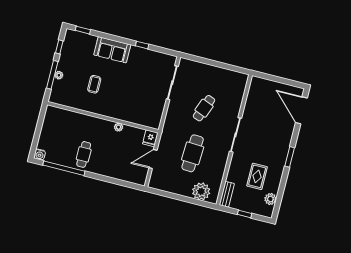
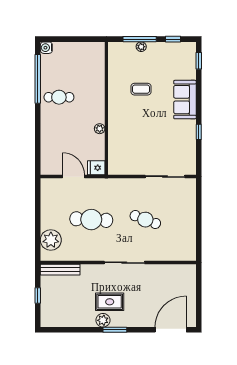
rug: (257, 176) -> (110, 302), moved
bench: (227, 194) -> (60, 270), width x1.36
plant: (270, 199) -> (103, 320), moved

